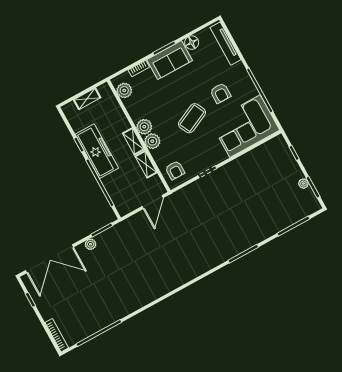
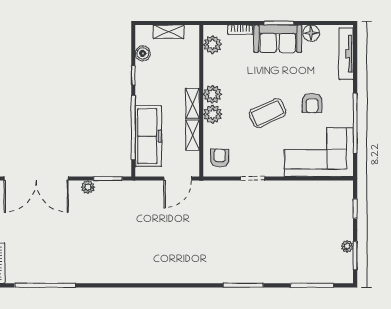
boiler: (77, 125) -> (143, 53), added
freezer: (97, 151) -> (148, 136), moved
armchair: (175, 170) -> (220, 158), turned 180

